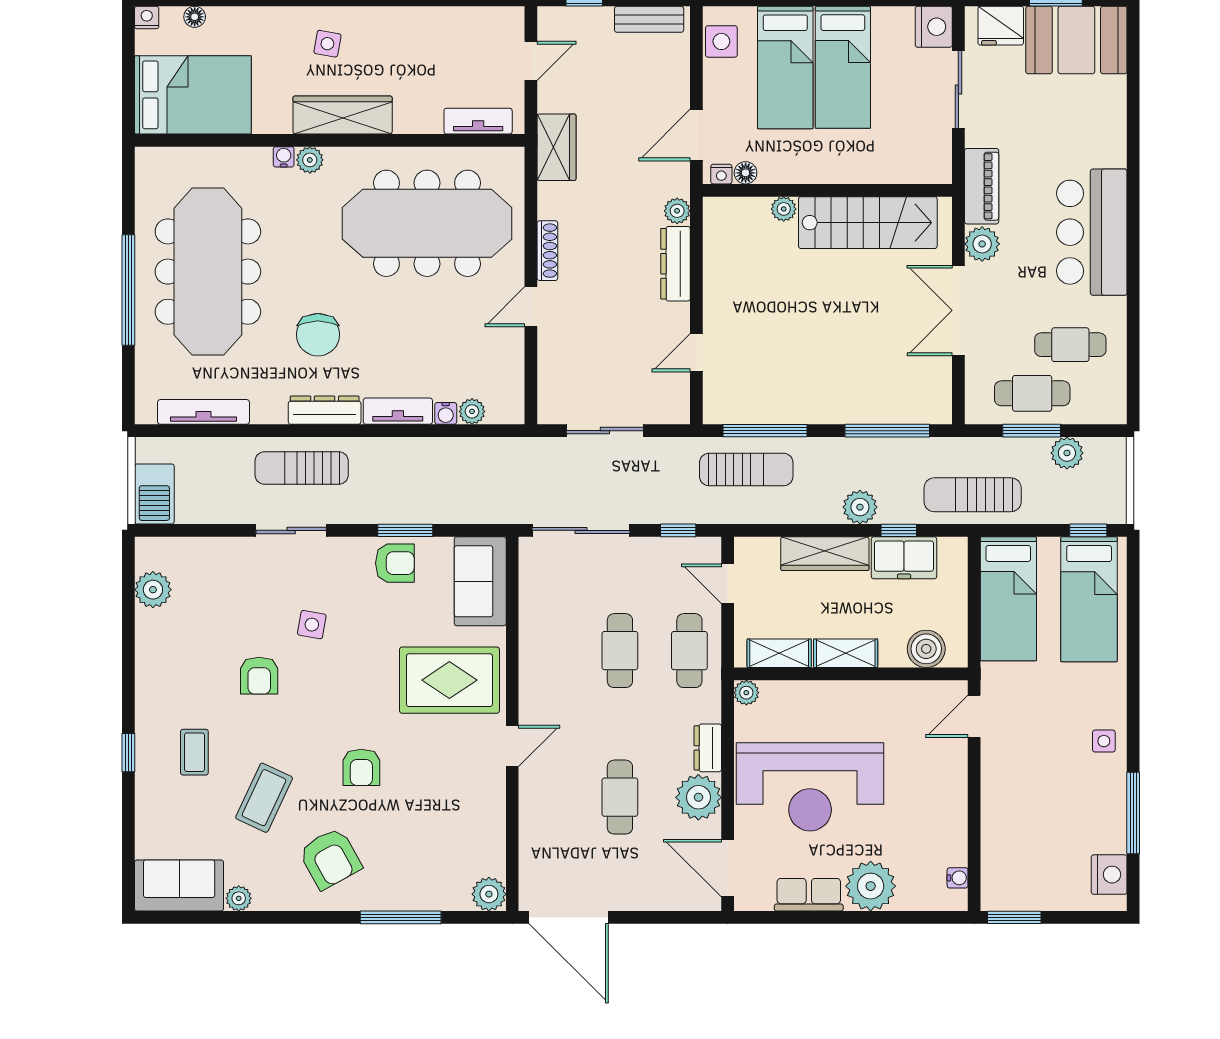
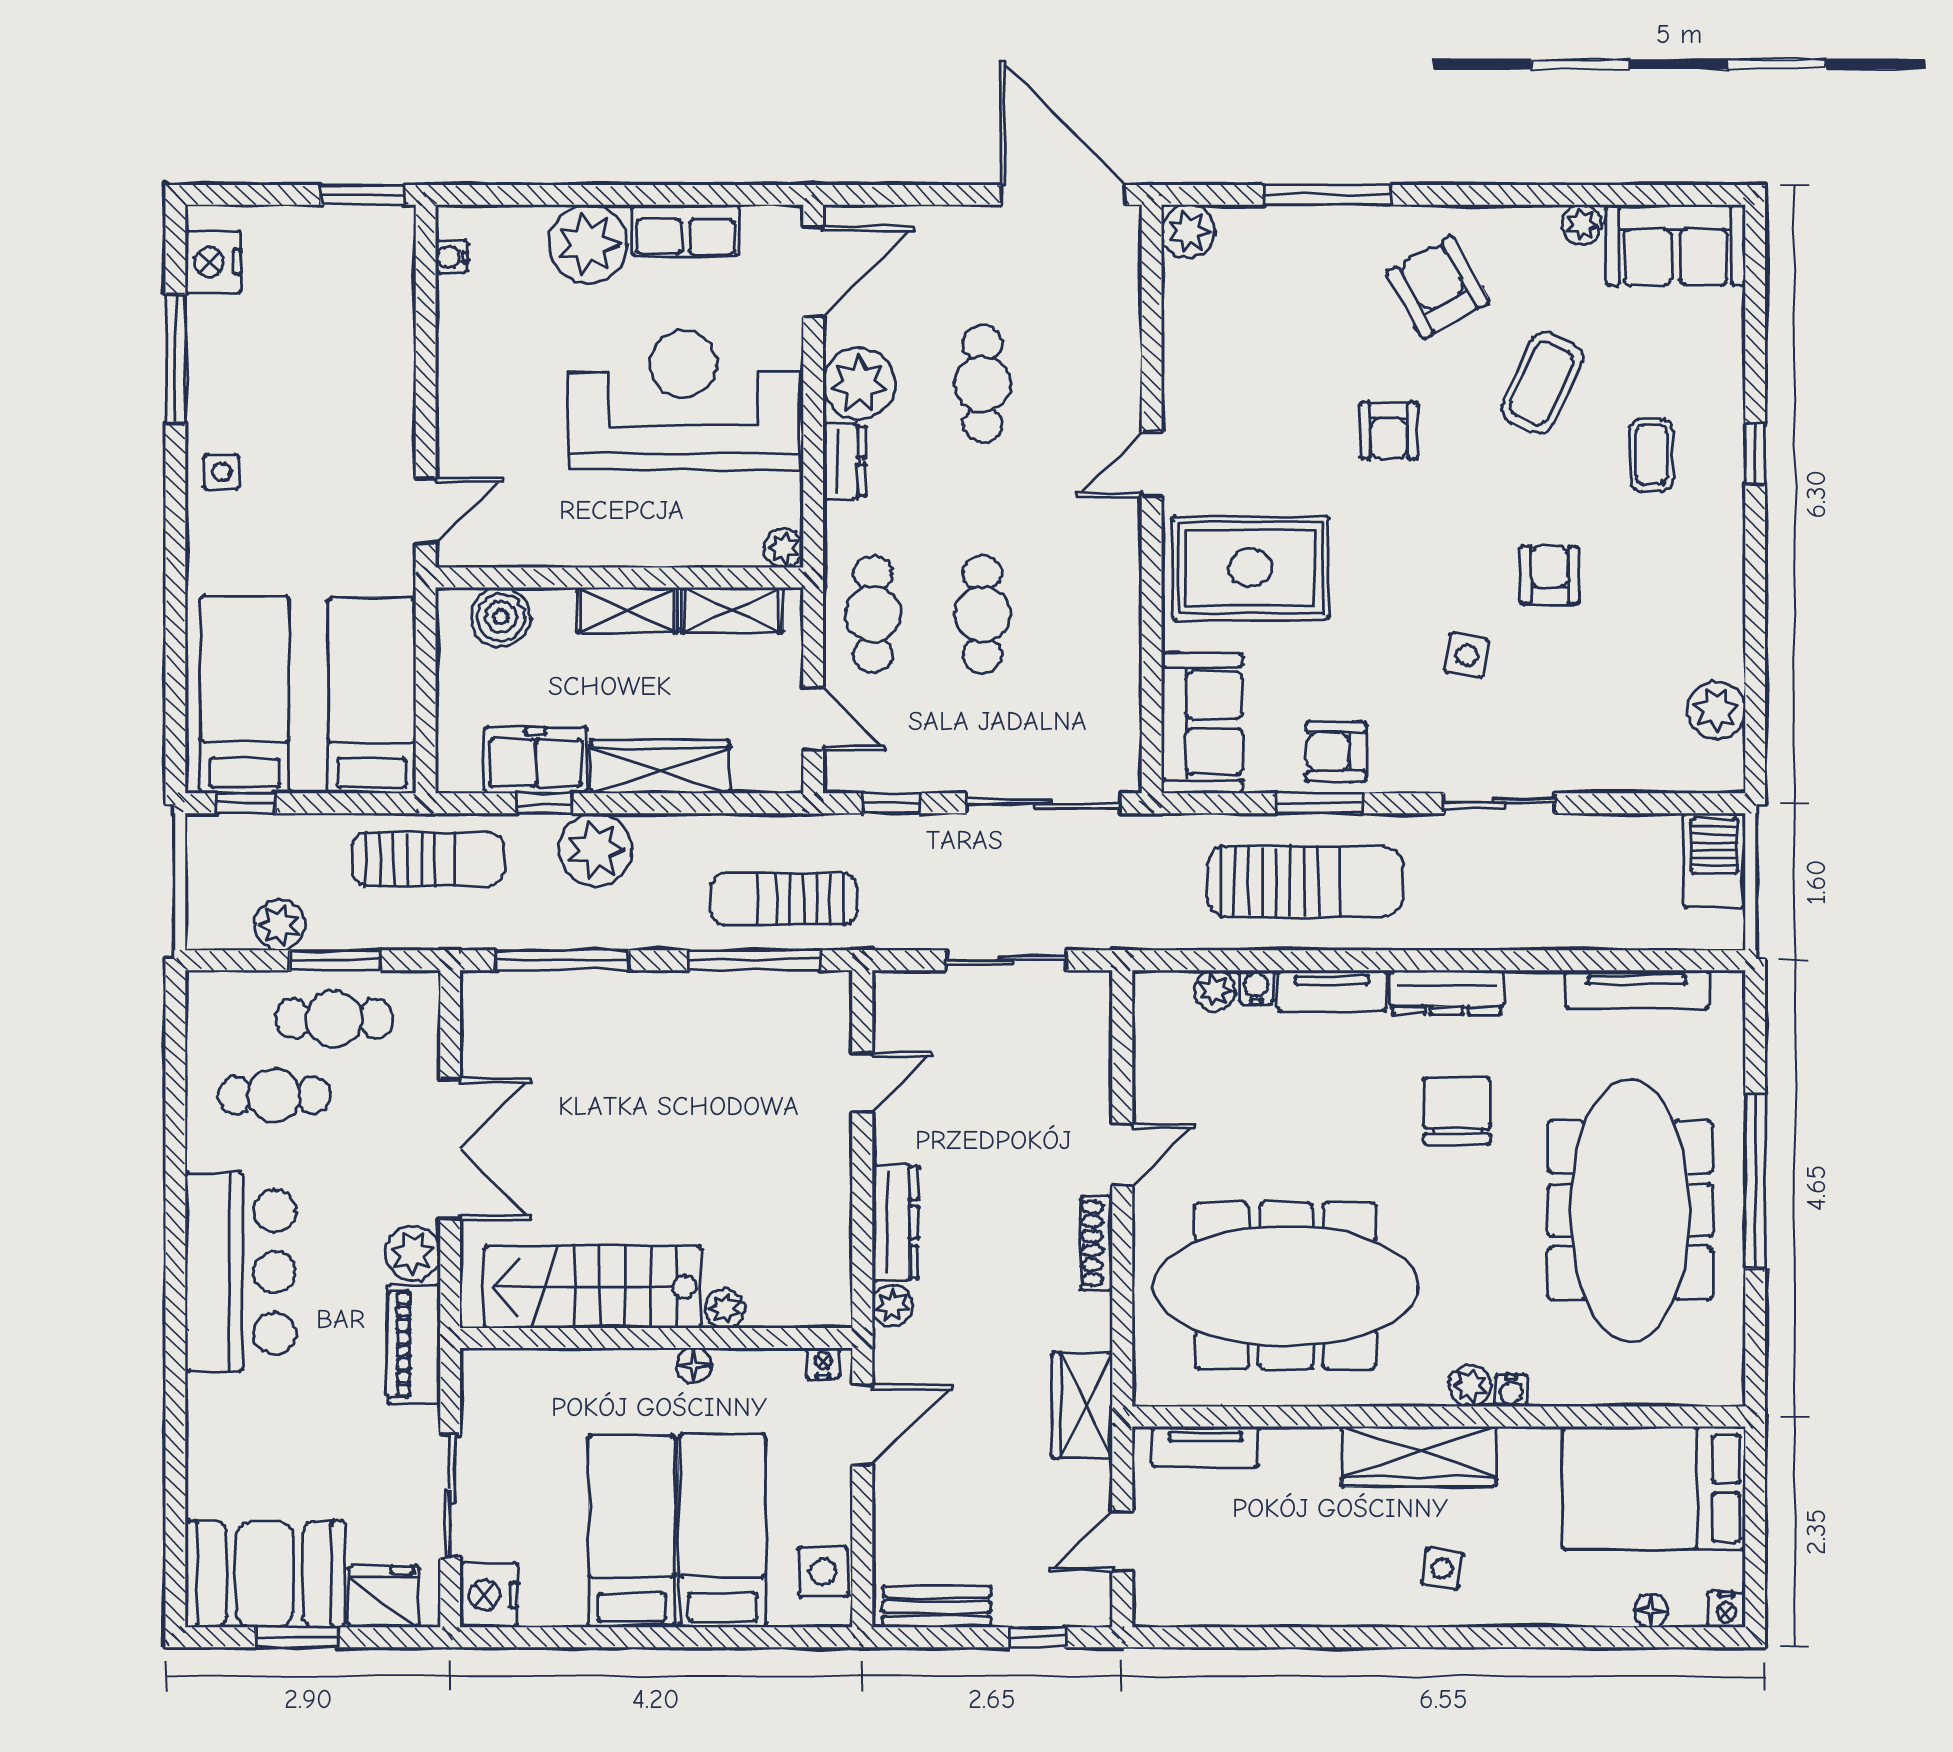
floor lamp: (746, 173) -> (694, 1365), moved
sun lounger: (302, 468) -> (1305, 881), moved, width x1.36, depth x1.34
plant: (860, 507) -> (595, 850), width x1.36, depth x1.36
armchair: (361, 767) -> (1389, 431), turned 180
door: (728, 868) -> (813, 272), hinge flipped

